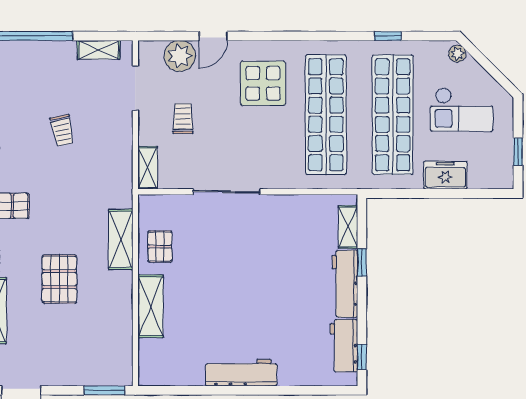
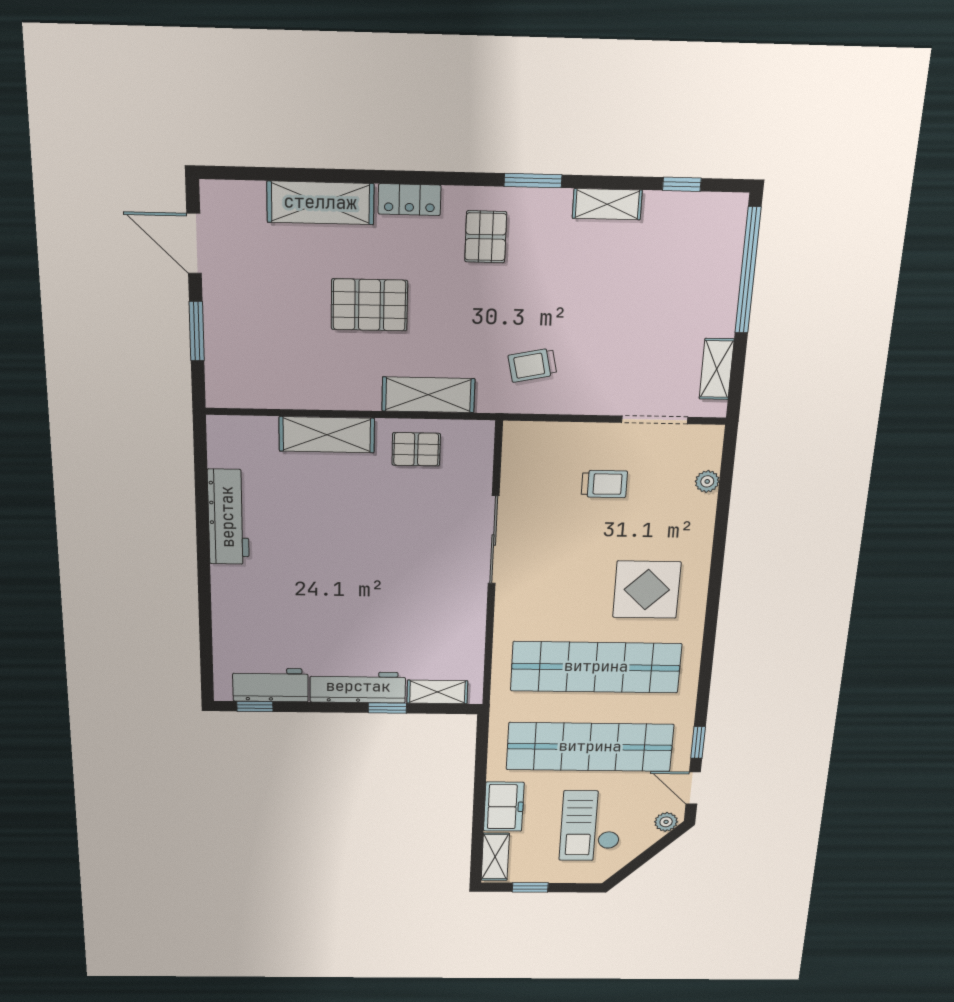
door: (213, 36) -> (693, 788), moved
plant: (180, 56) -> (707, 481), width x0.53, depth x0.53
trolley: (62, 130) -> (532, 365), moved
shelving: (148, 168) -> (495, 857), moved, turned 90
workbench: (241, 373) -> (228, 517), moved
window: (104, 390) -> (197, 331), moved

